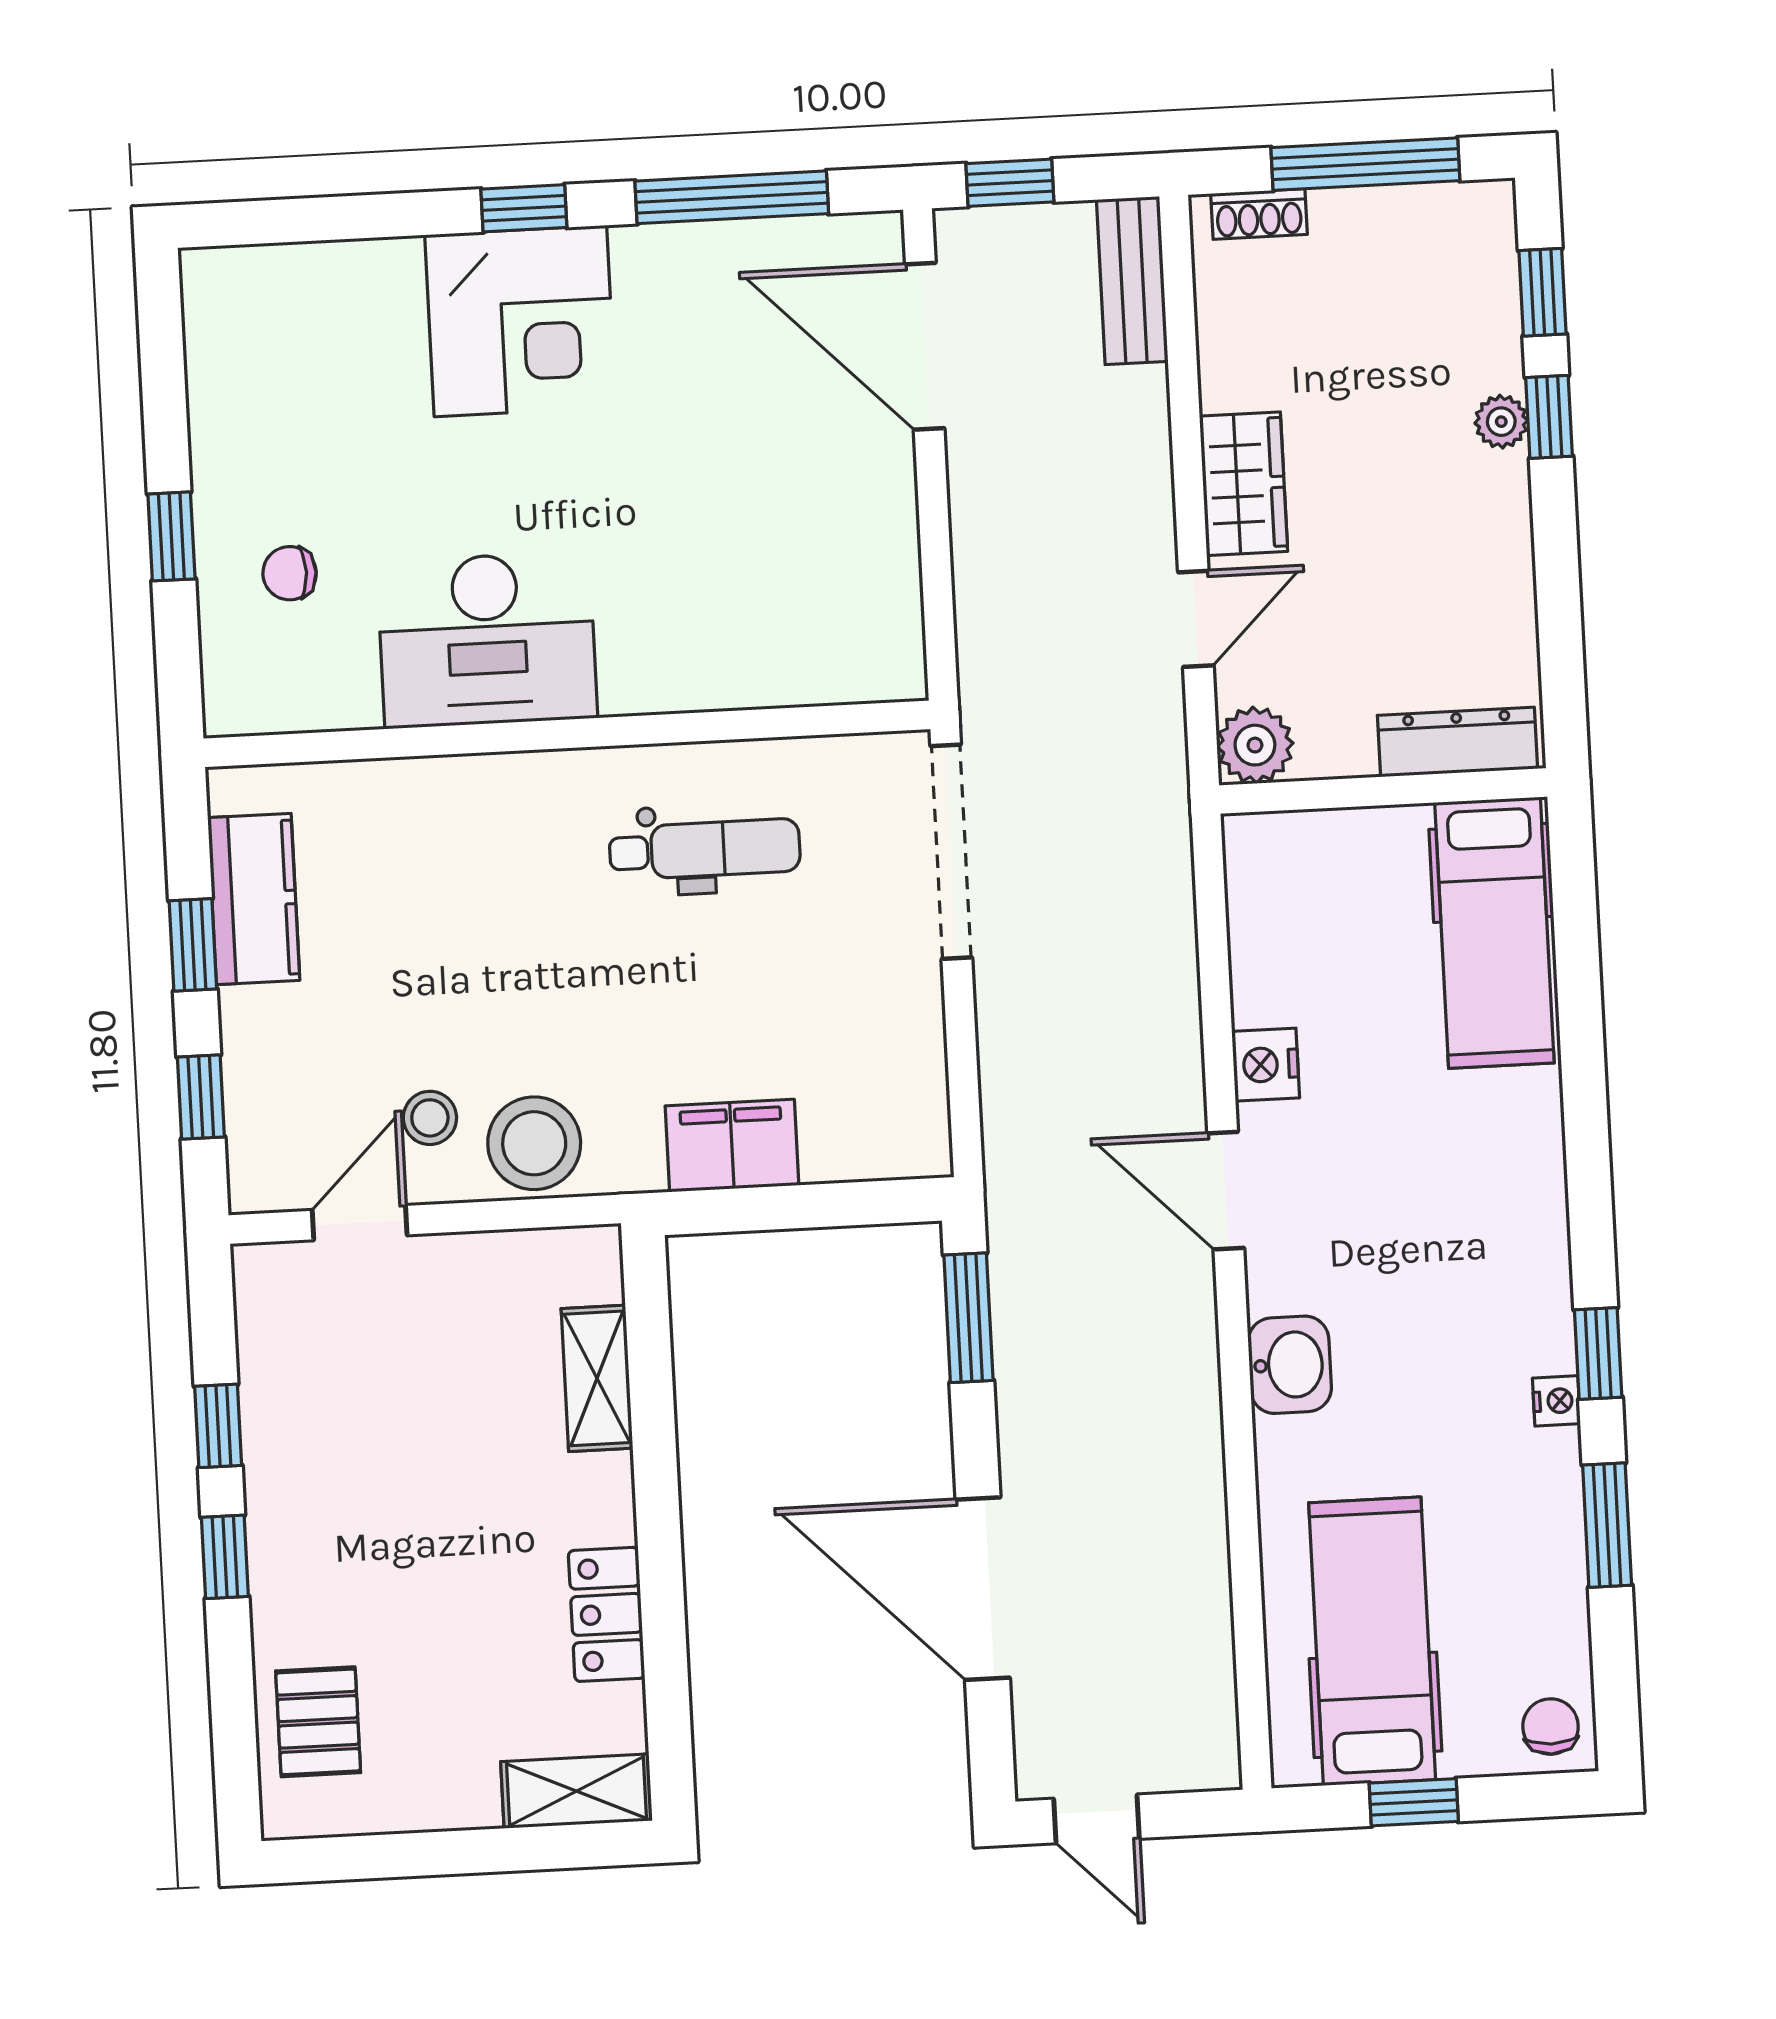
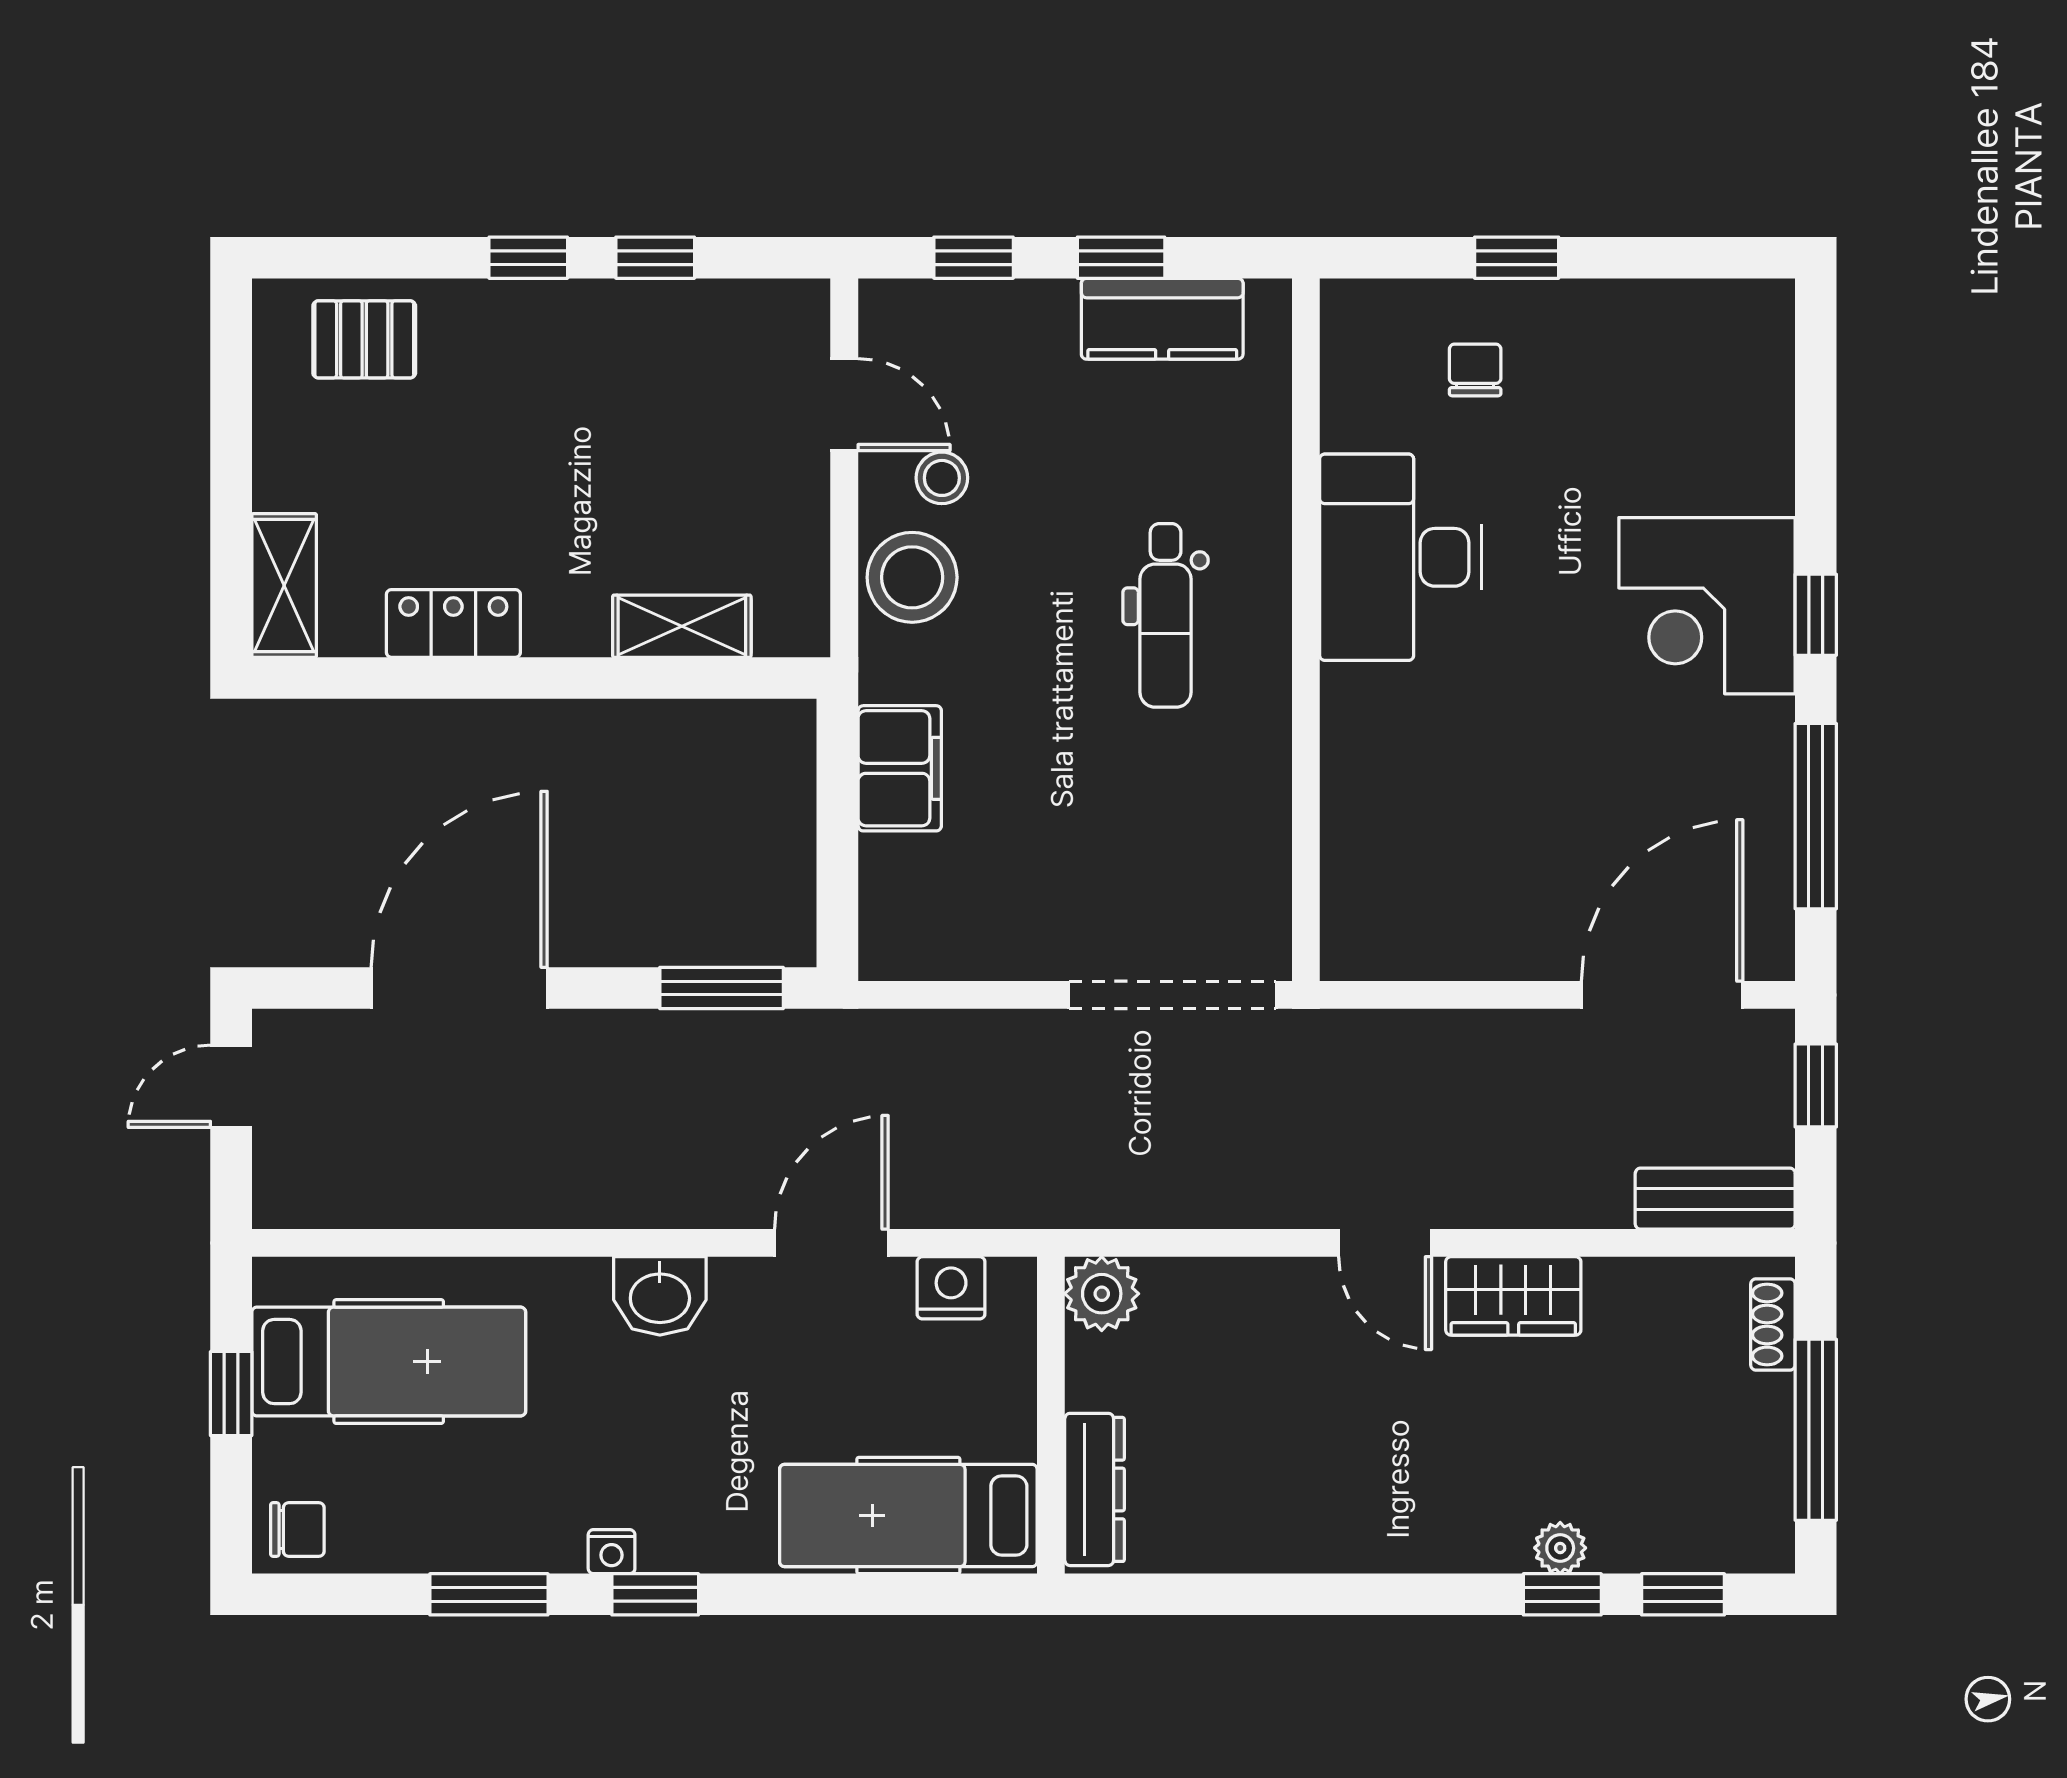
dresser: (1457, 742) -> (1095, 1489), moved
plant: (1255, 745) -> (1102, 1294), moved
wall: (1383, 791) -> (1051, 1415), moved
dental chair: (705, 849) -> (1166, 615), moved
hospital bed: (1494, 933) -> (908, 1515), moved

